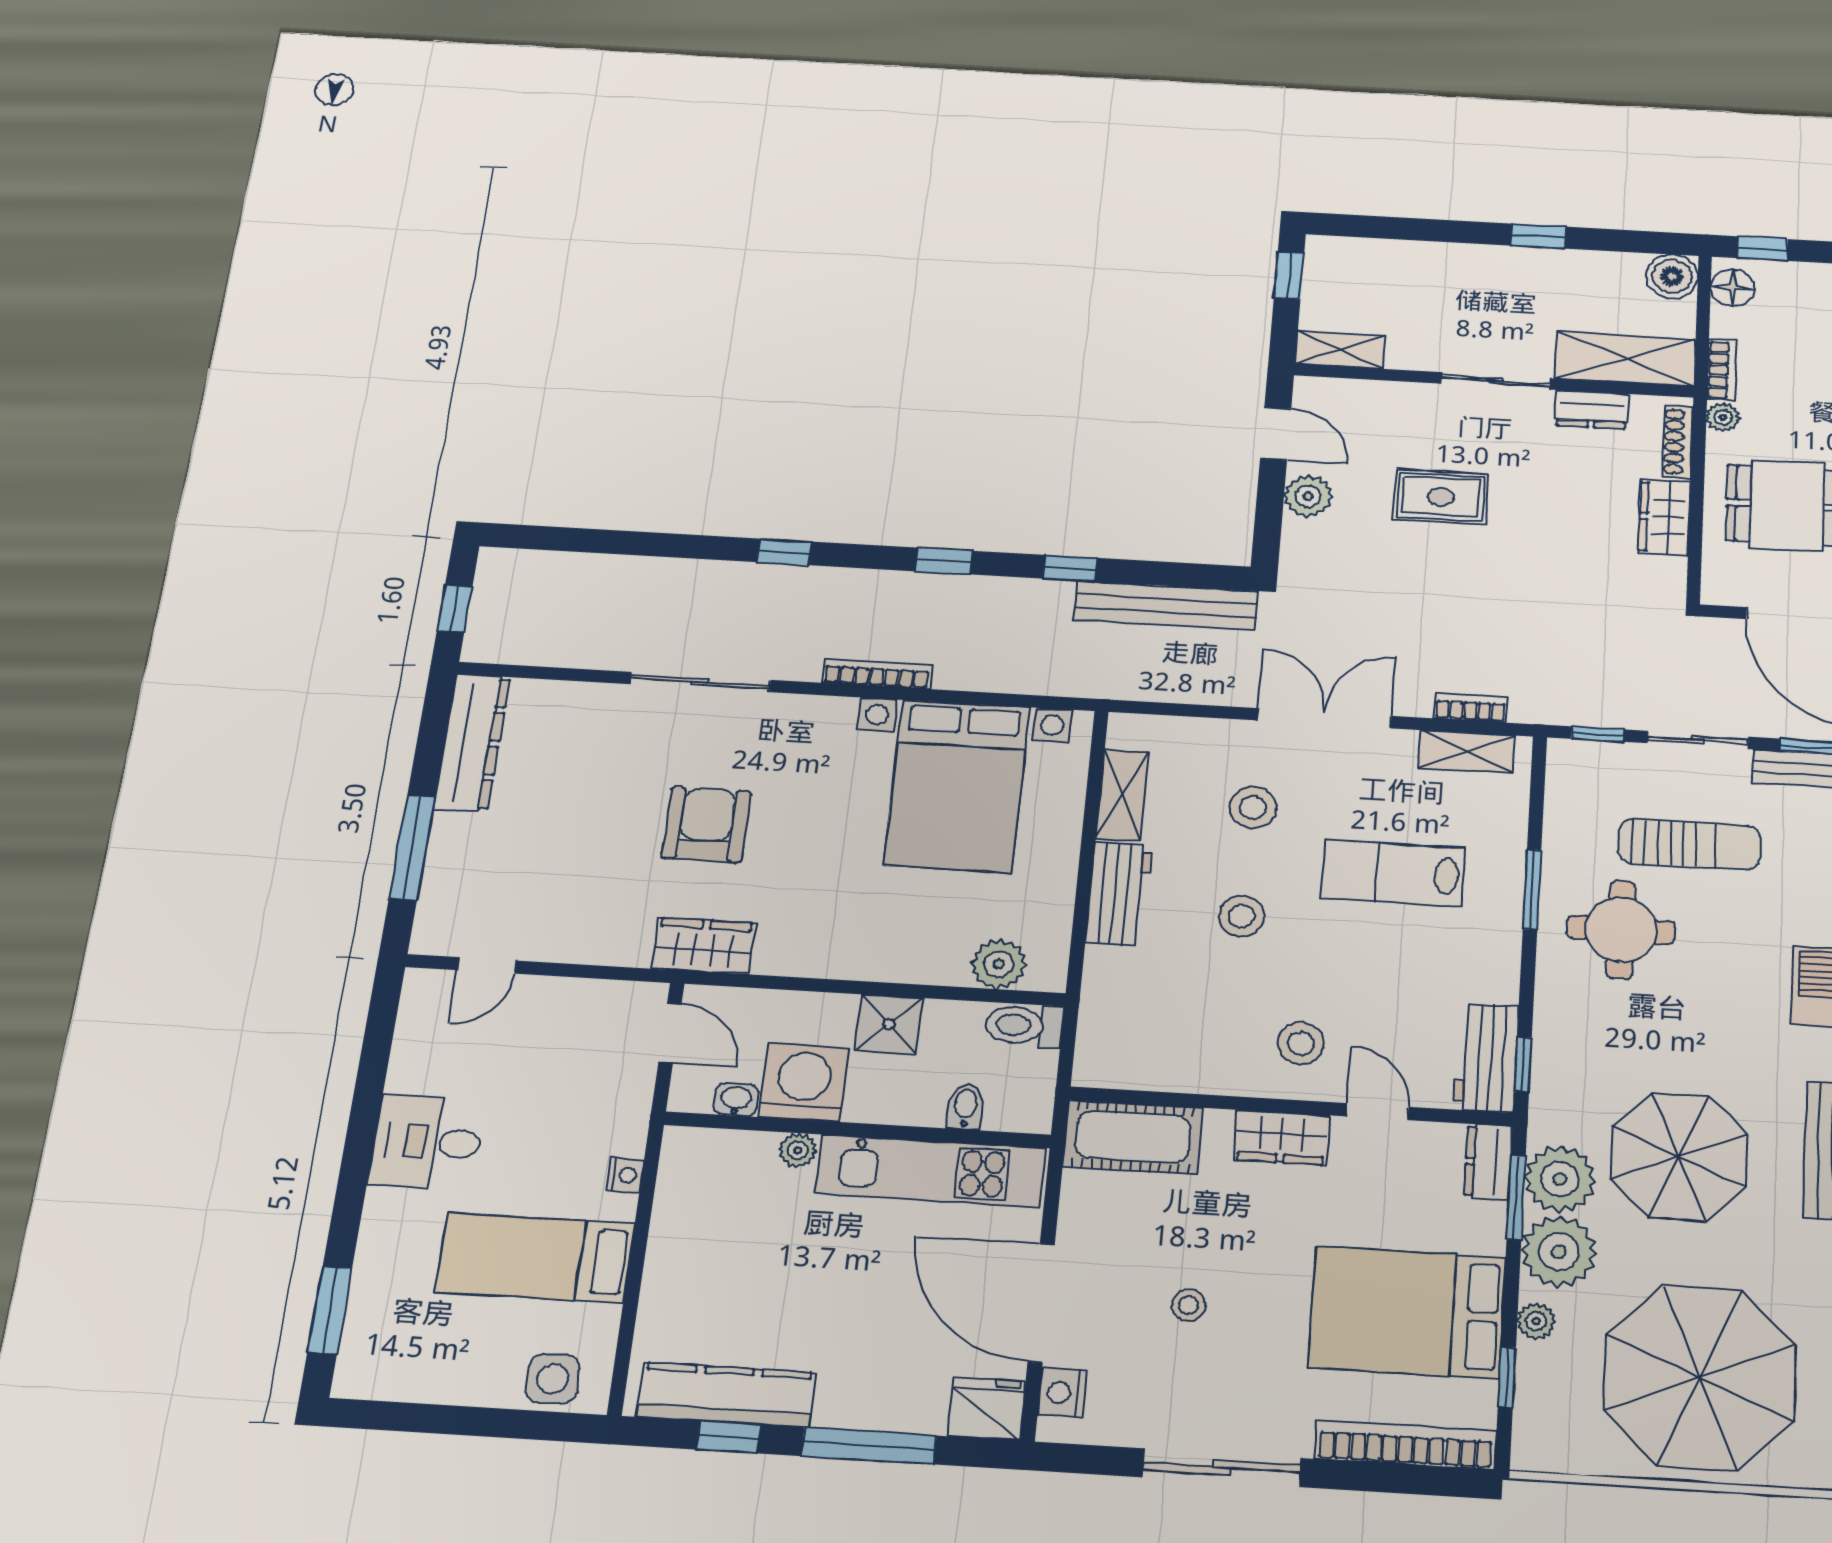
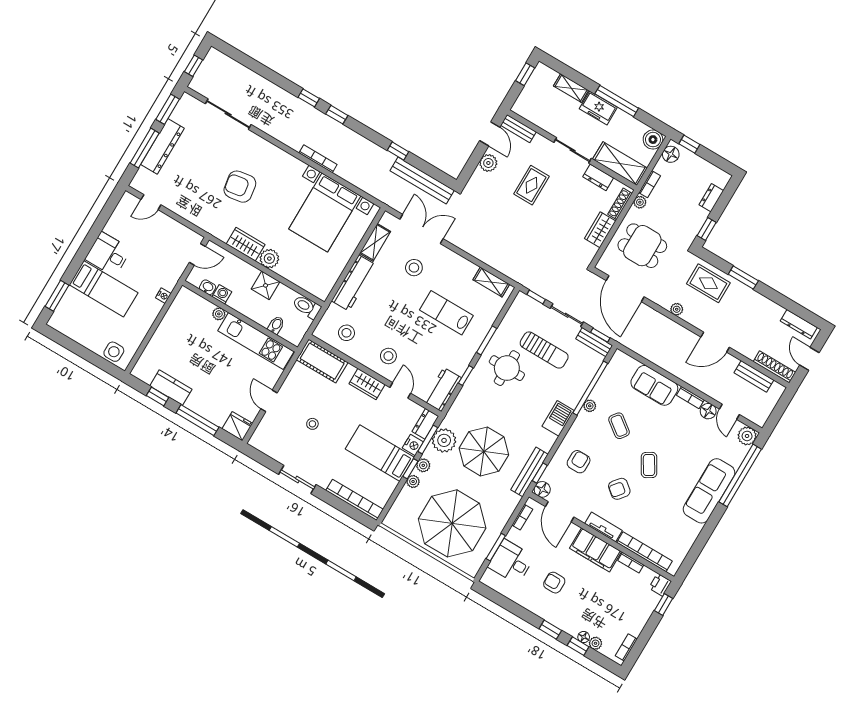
window: (1538, 236) -> (617, 101), width x2.17
freezer: (1504, 269) -> (598, 108), added
shelving: (1340, 350) -> (571, 88), moved
bench: (1339, 393) -> (518, 129), added
rug: (1441, 497) -> (531, 185), turned 90
window: (944, 561) -> (337, 115), moved
sliding door: (700, 682) -> (228, 114), moved
bookcase: (1470, 708) -> (501, 267), removed
double door: (1324, 718) -> (422, 229), moved
window: (432, 733) -> (168, 109), added
dresser: (472, 742) -> (163, 146), moved
armchair: (706, 825) -> (240, 187), turned -99
workbench: (1119, 894) -> (354, 283), width x1.38
stool: (1242, 916) -> (346, 333), moved
wardrobe: (704, 946) -> (246, 244), moved
plant: (999, 964) -> (269, 259), moved
door: (670, 1033) -> (197, 254), hinge flipped
window: (1523, 1064) -> (466, 375), moved
washing machine: (804, 1082) -> (222, 294), width x0.53, depth x0.53
plant: (1559, 1252) -> (423, 465), width x0.53, depth x0.53
bed: (535, 1258) -> (104, 289), moved, turned 180
door: (1041, 1303) -> (269, 401), width x0.53
bed: (1407, 1312) -> (380, 453), width x0.67
window: (1507, 1377) -> (410, 469), moved
nightstand: (1062, 1393) -> (413, 445), moved, turned 180
kitchen counter: (726, 1395) -> (171, 388), width x0.67
sliding door: (1222, 1468) -> (297, 479), width x0.73

